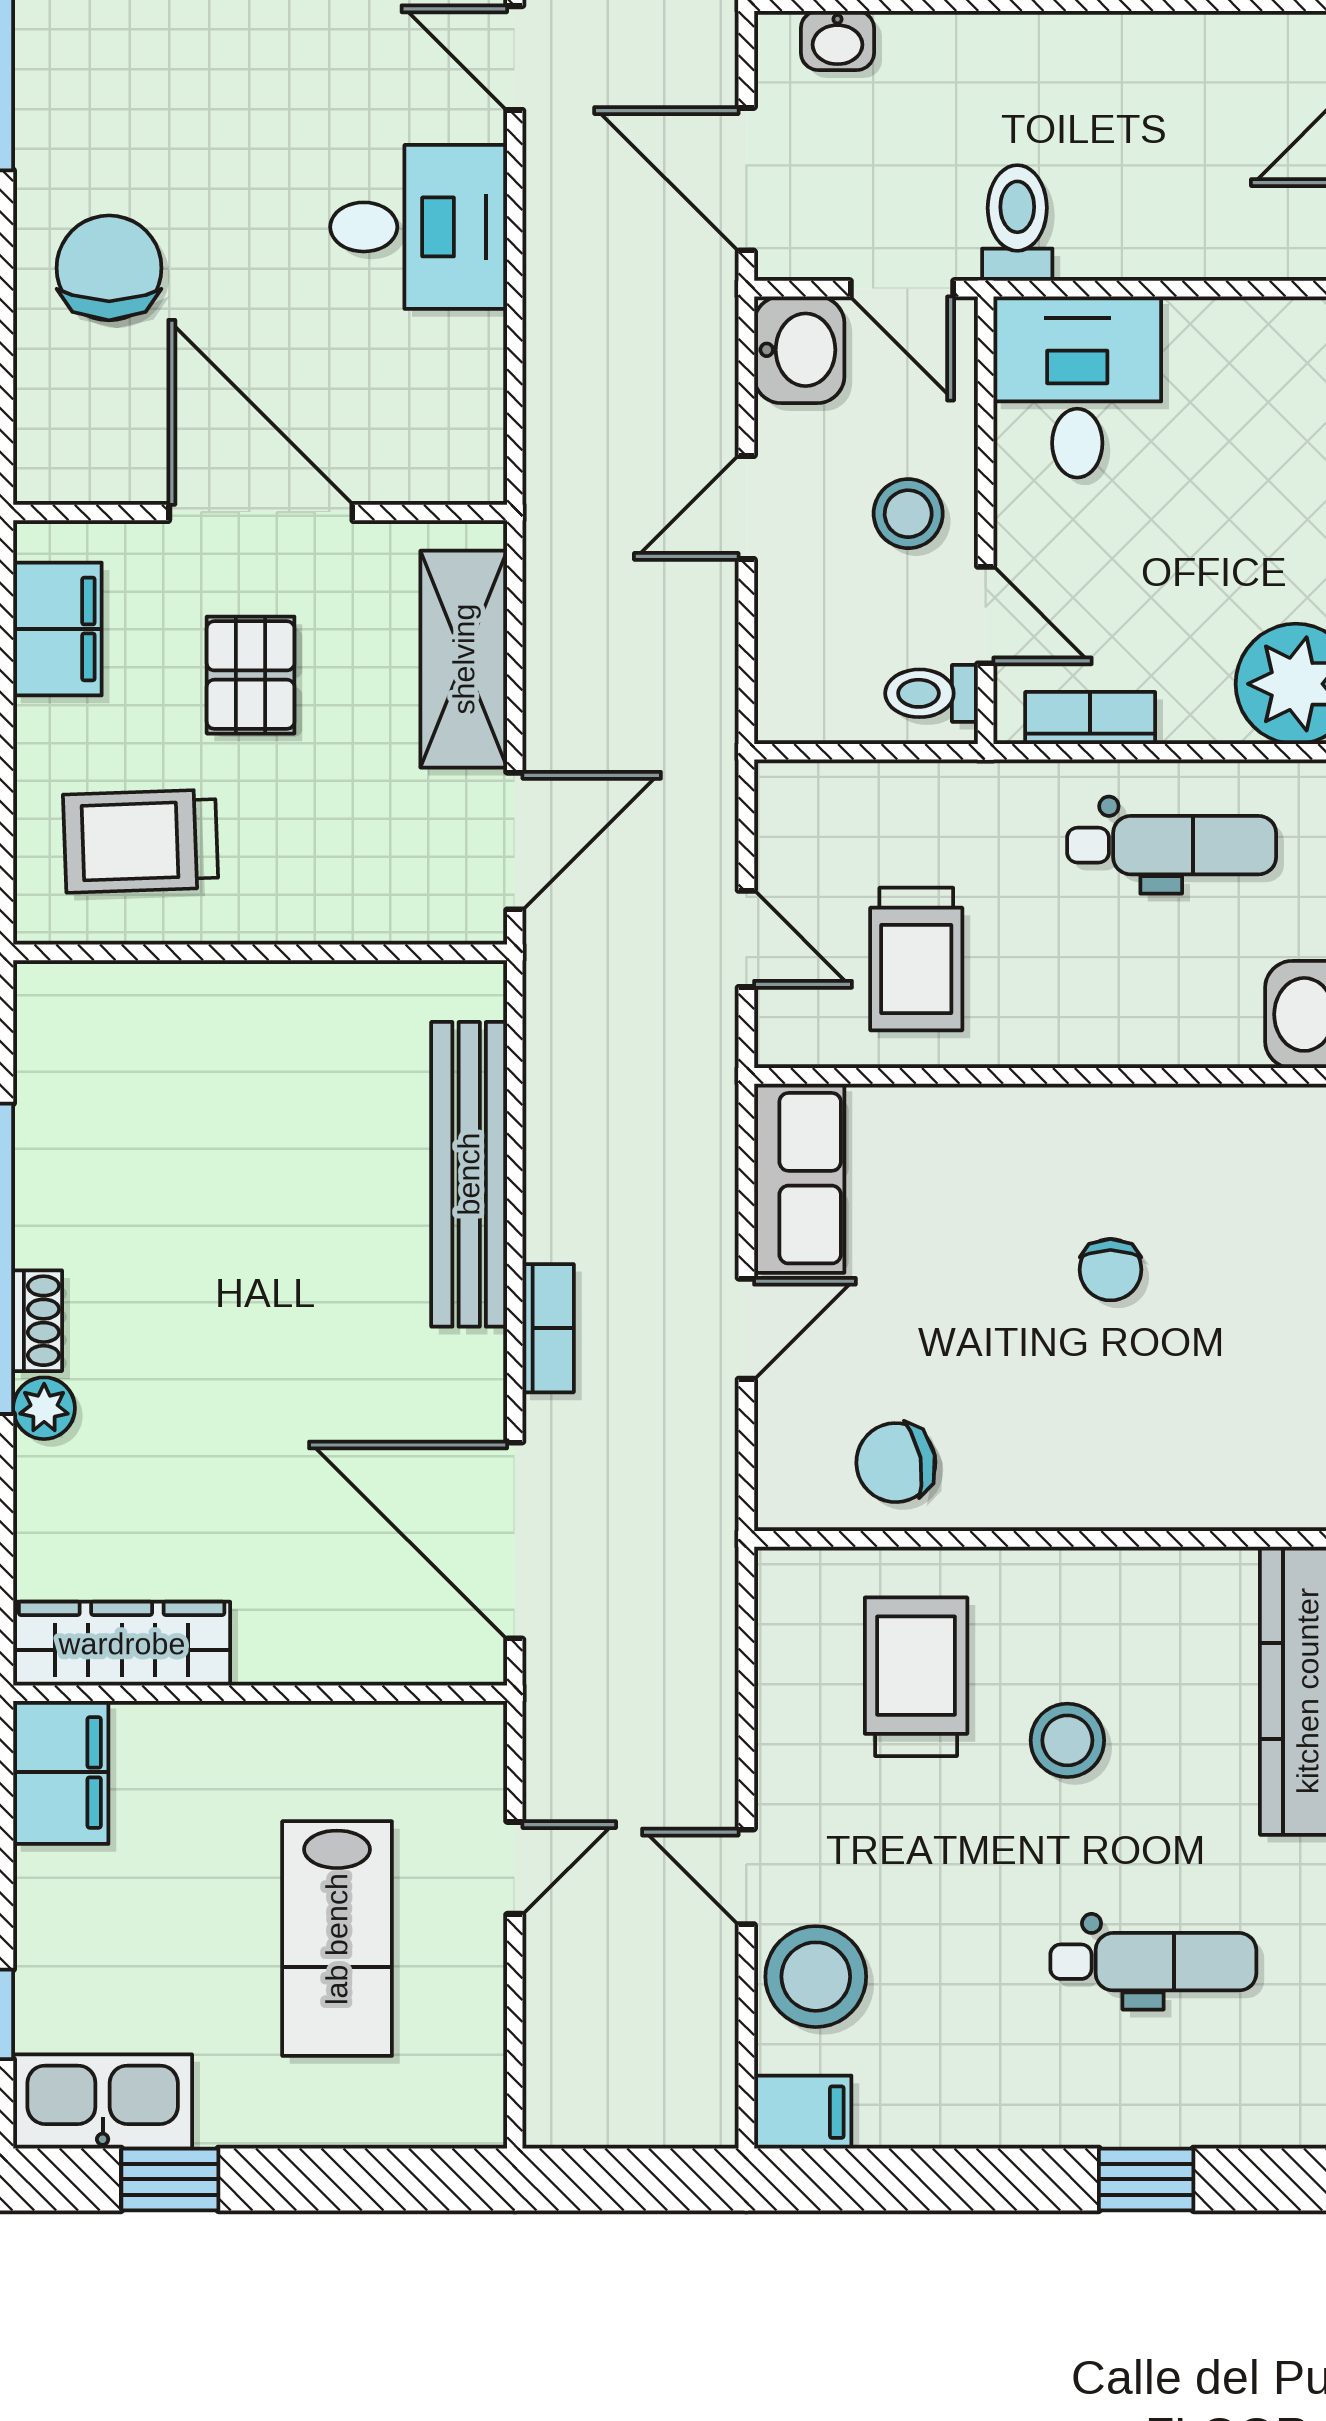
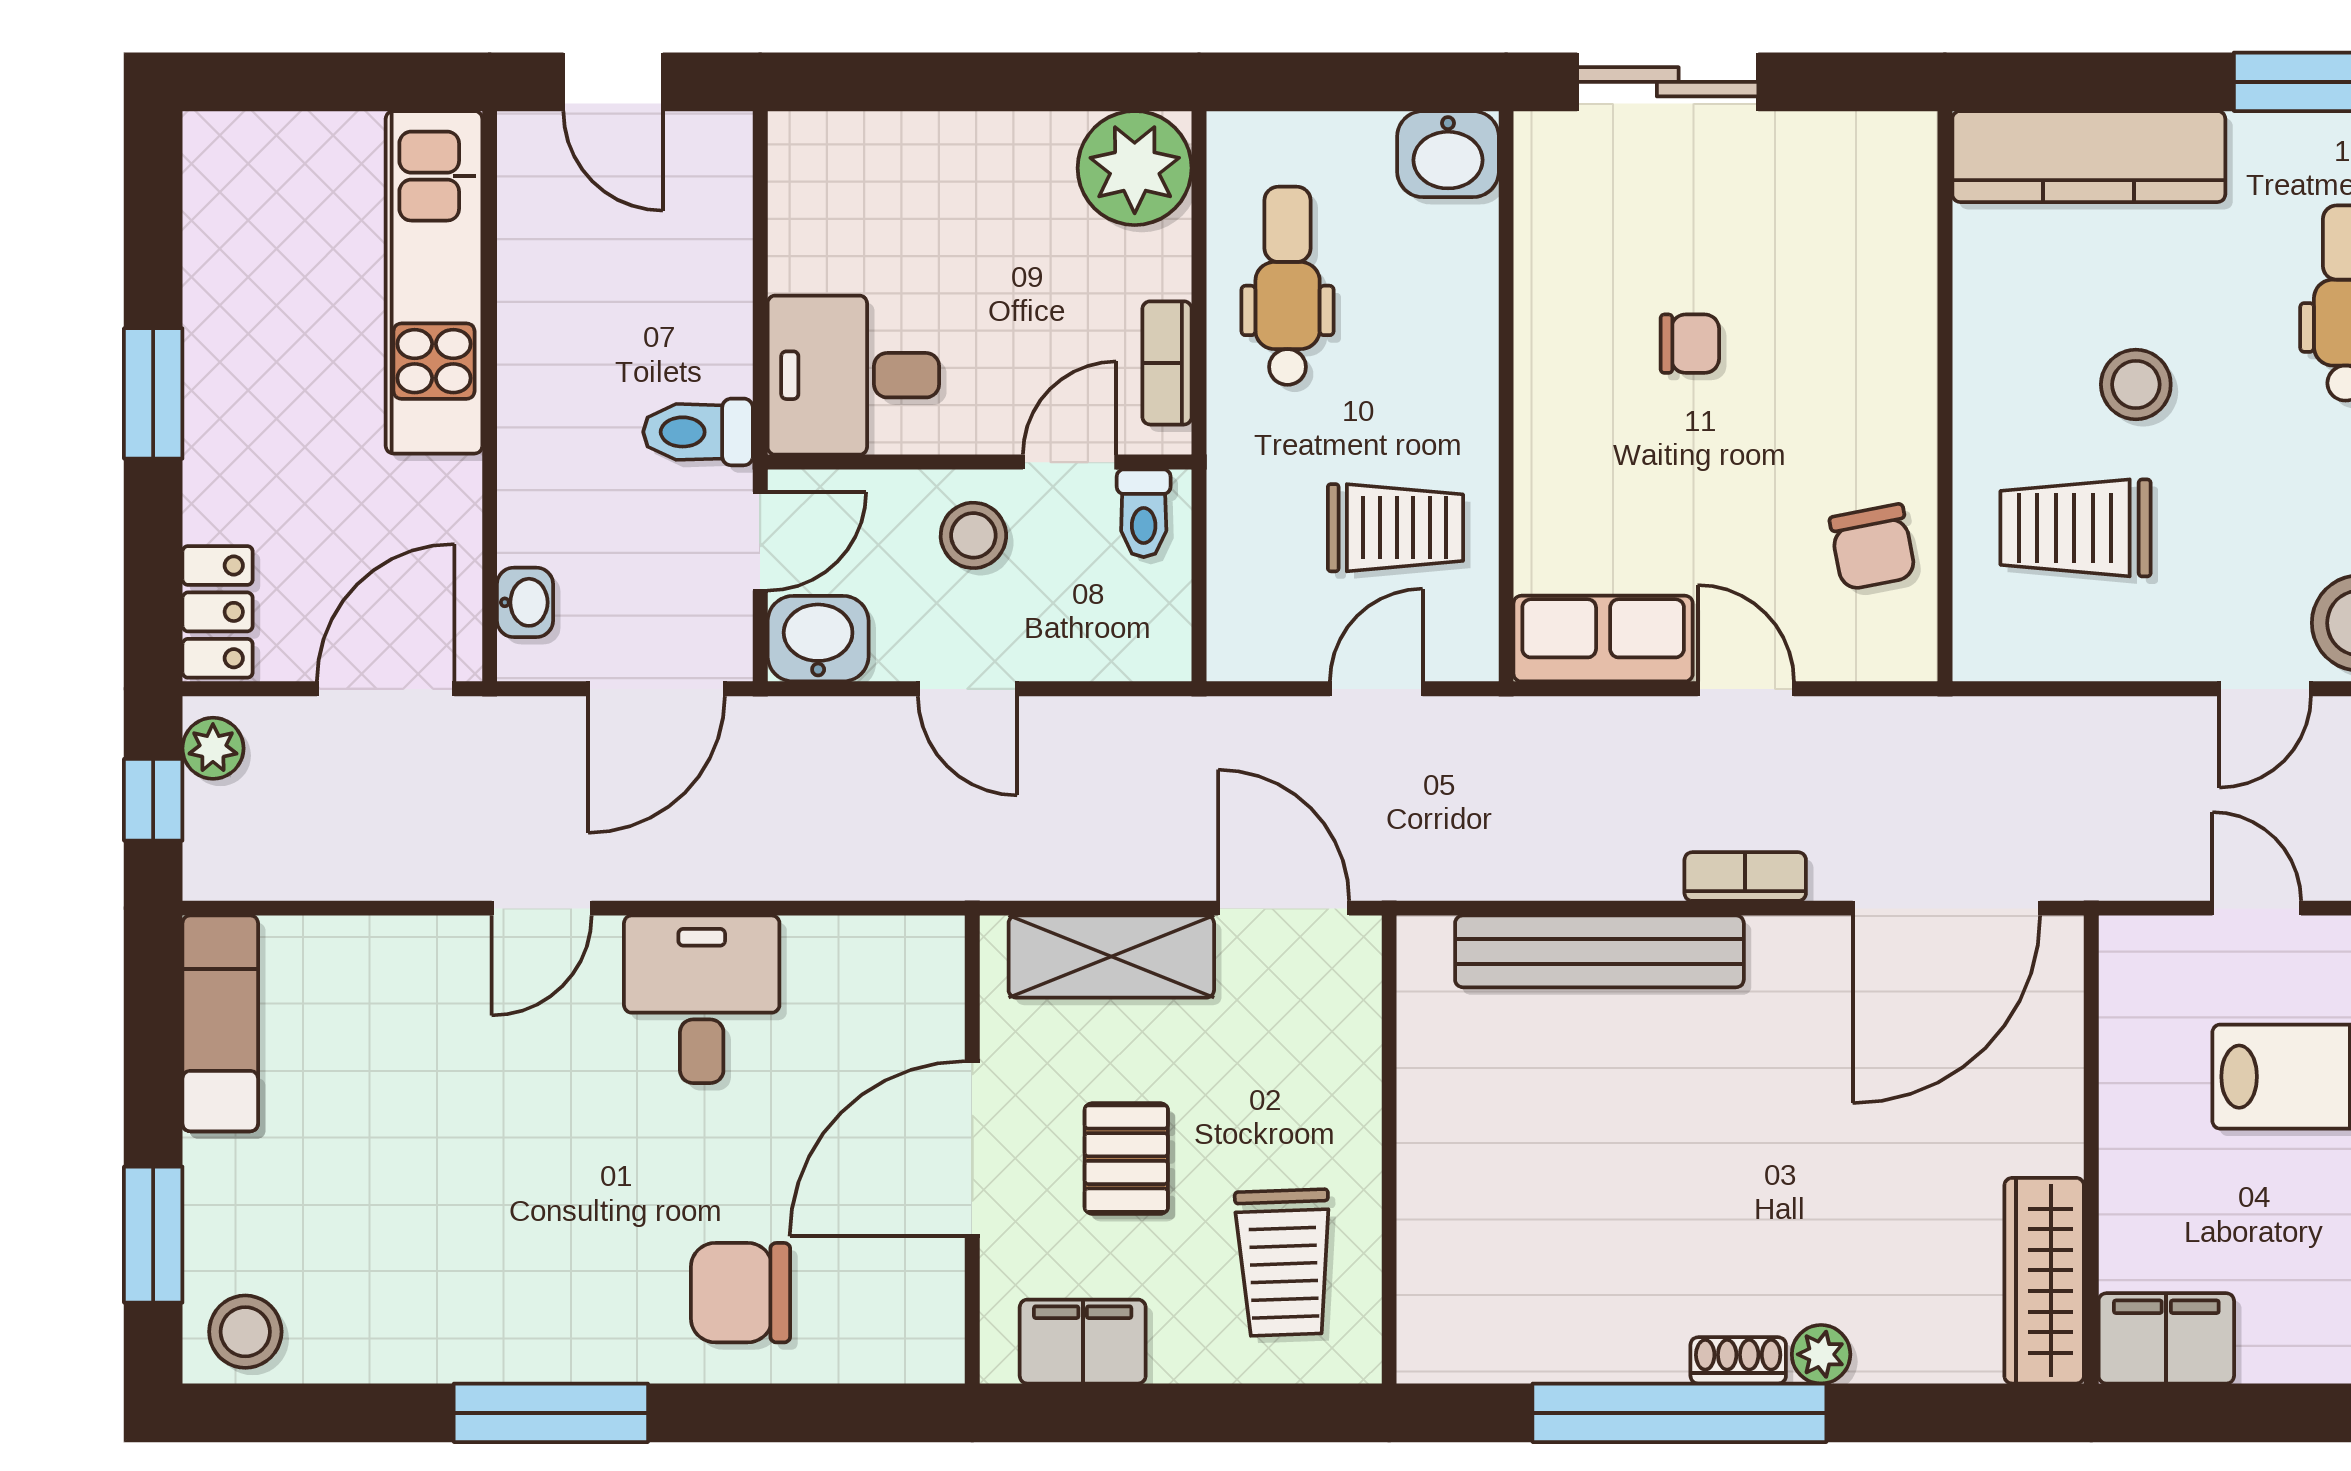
pallet: (251, 675) -> (1126, 1159), turned 90

